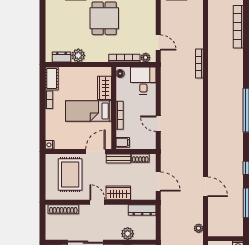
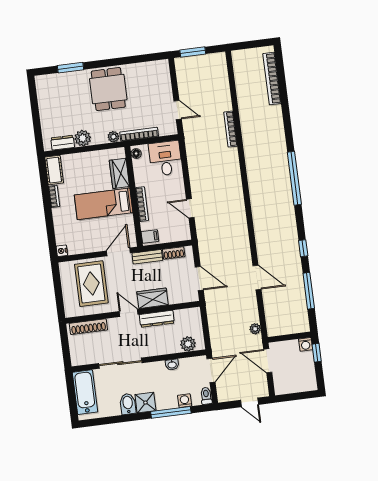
plant: (146, 58) -> (113, 137), moved
dresser: (142, 210) -> (157, 319), moved
plant: (128, 234) -> (188, 344), moved

